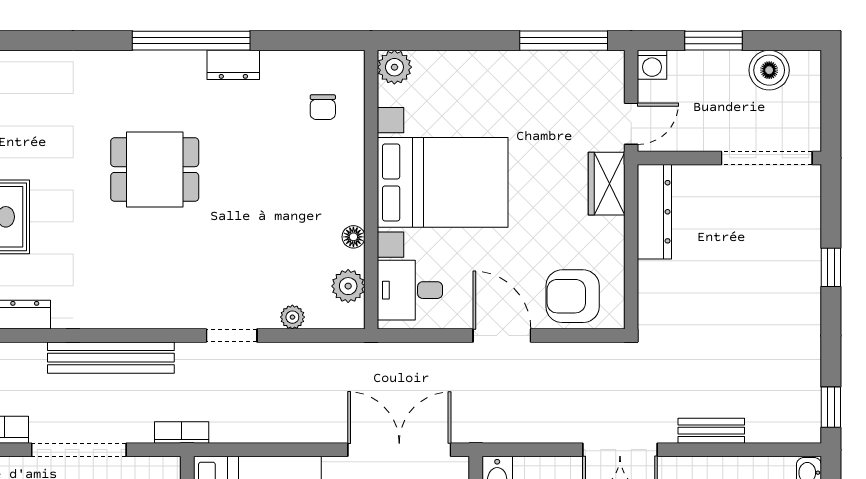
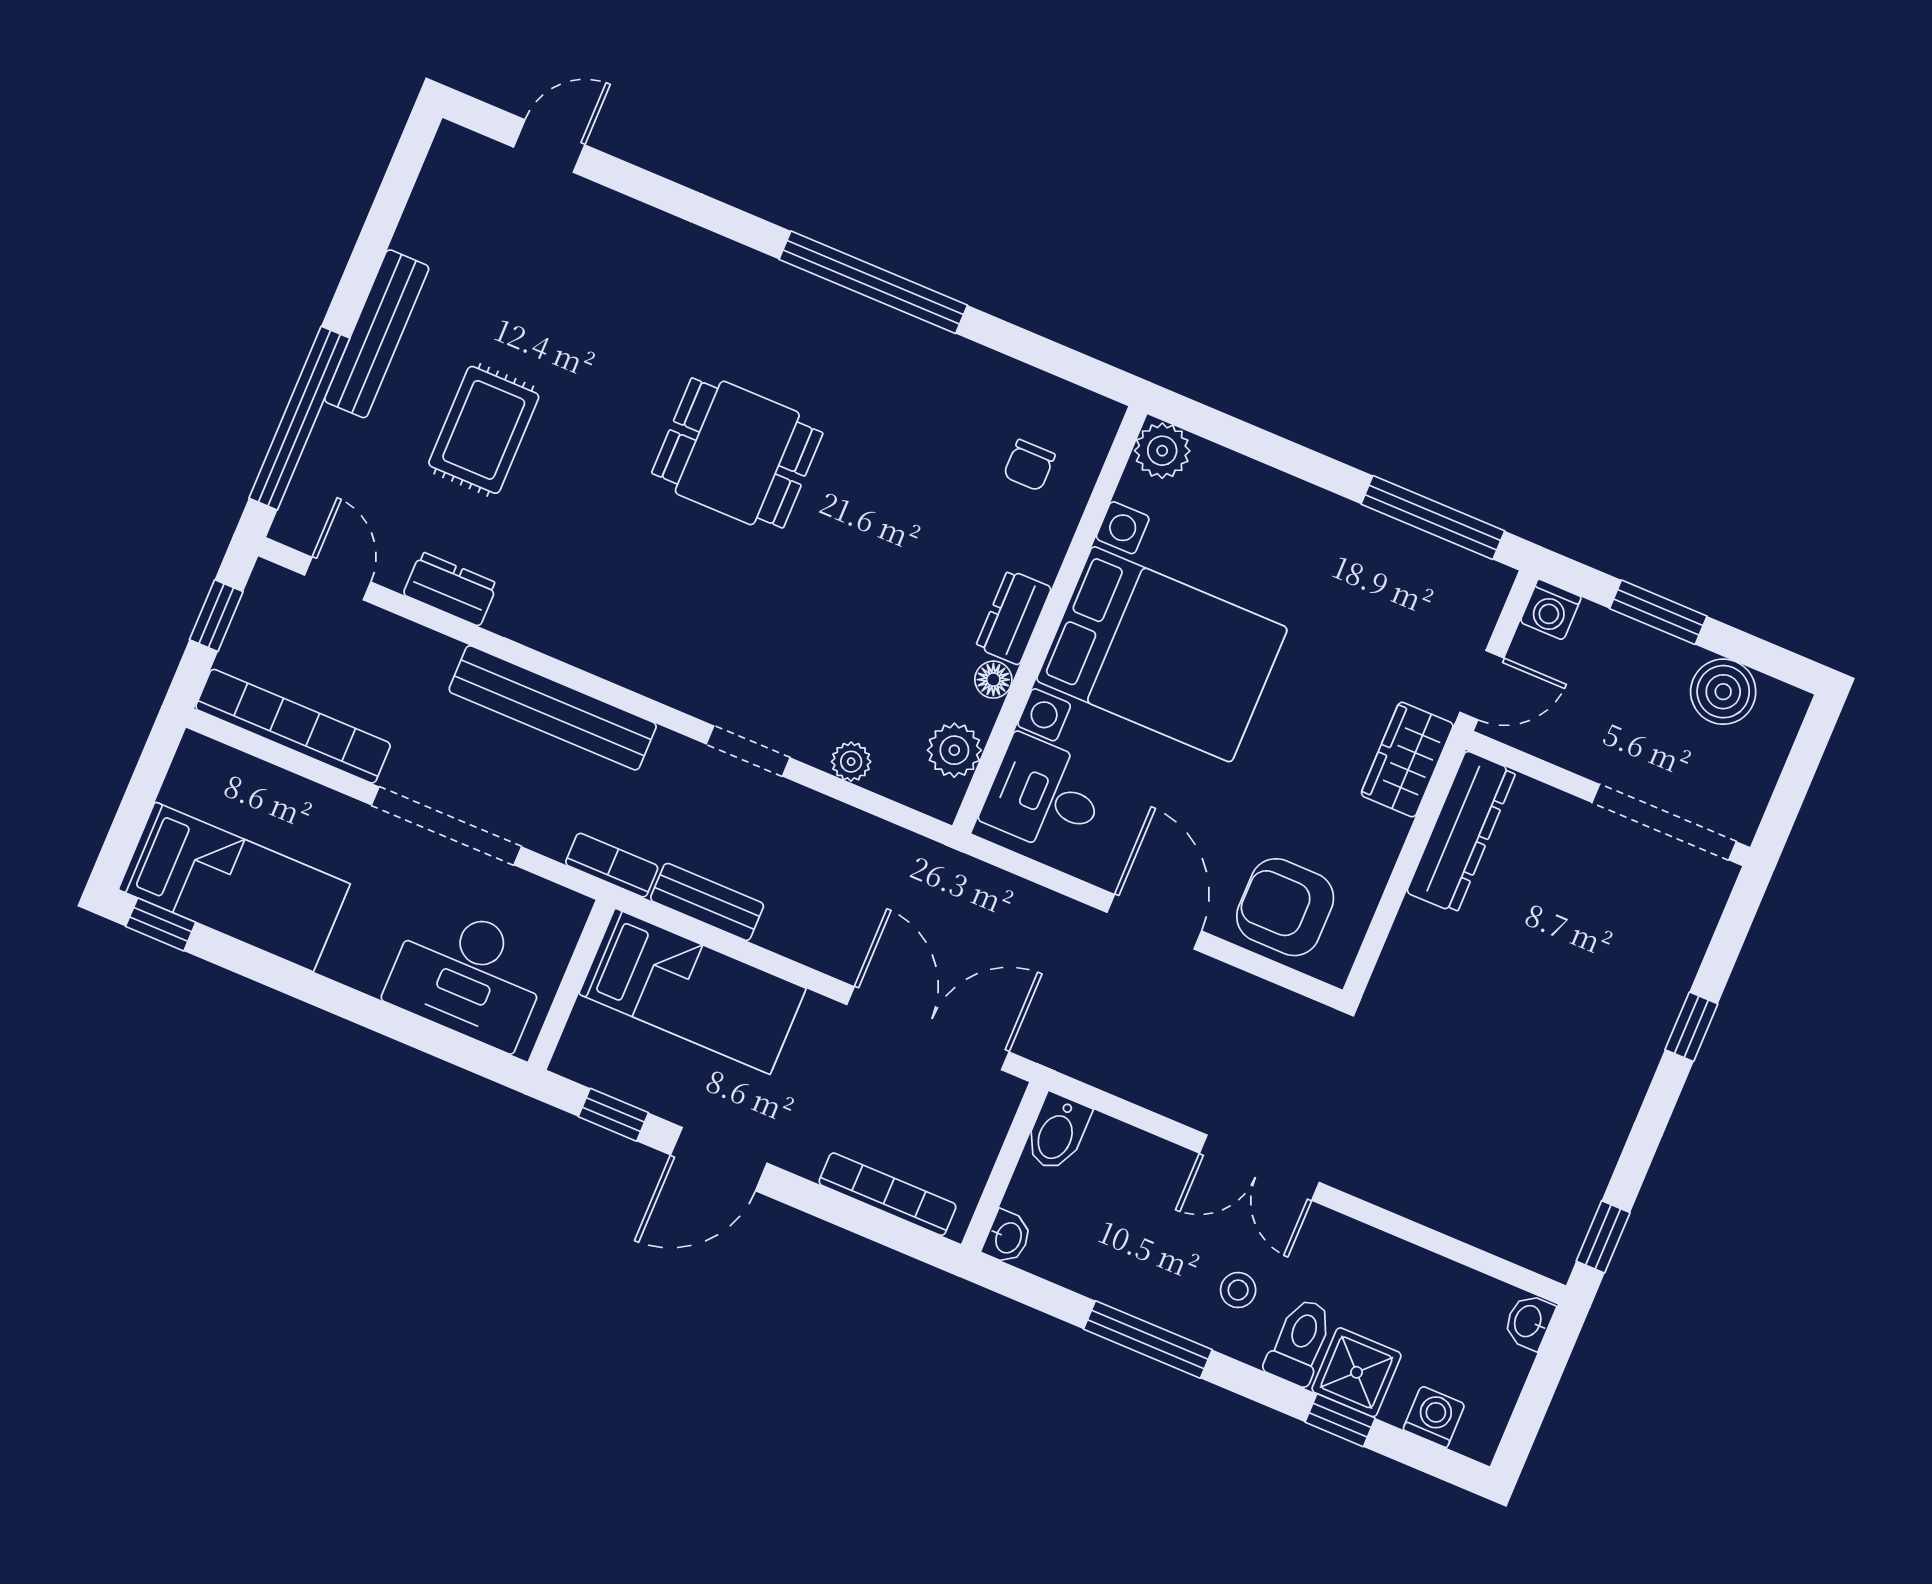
dresser: (233, 65) -> (1014, 617), moved, turned 90
bench: (711, 431) -> (707, 902), moved

